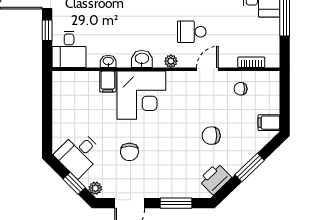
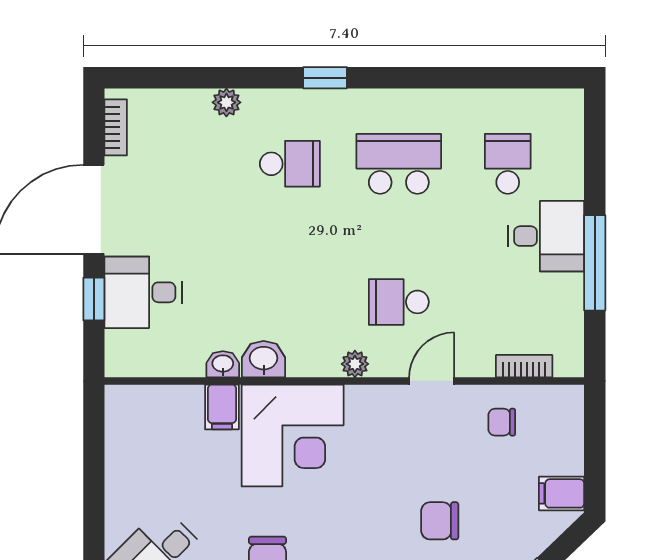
desk: (69, 49) -> (143, 292), moved, turned 90
washbasin: (142, 59) -> (264, 359), moved

